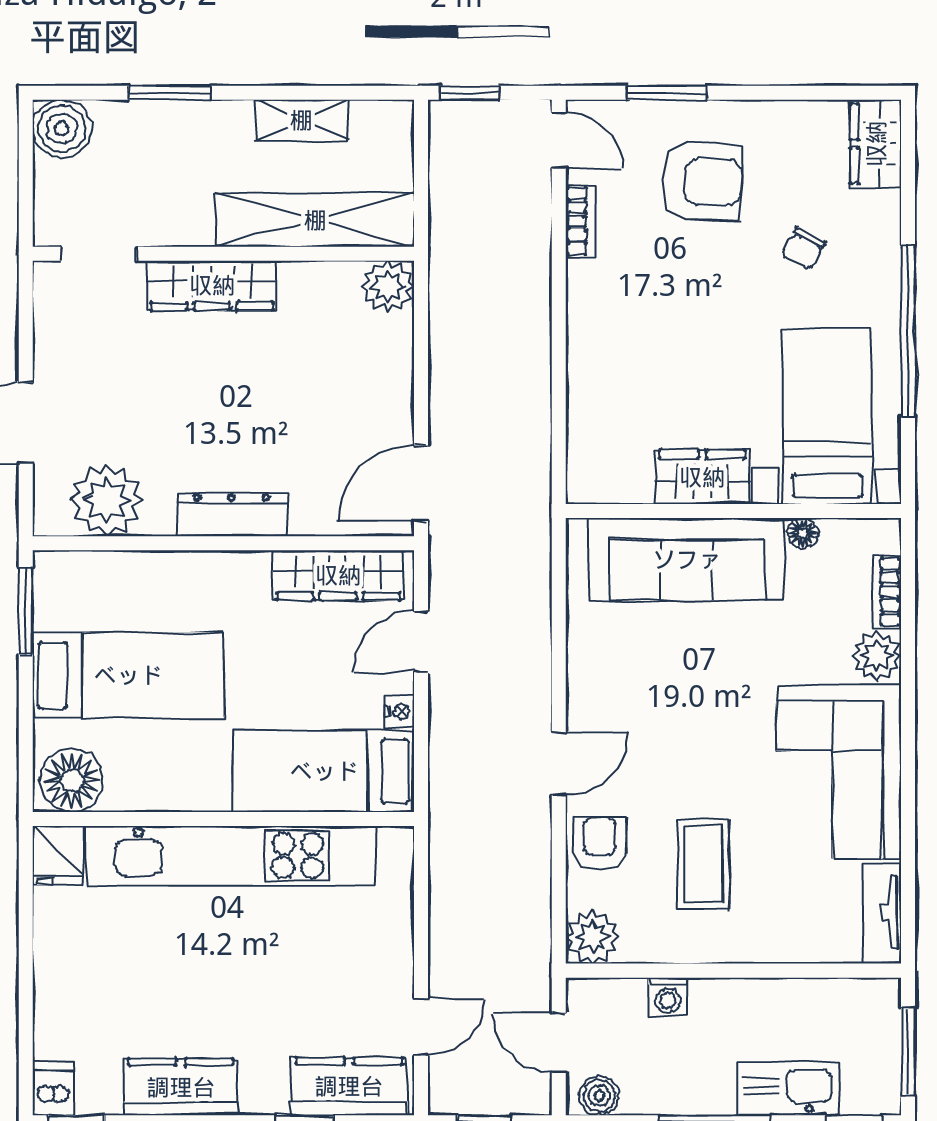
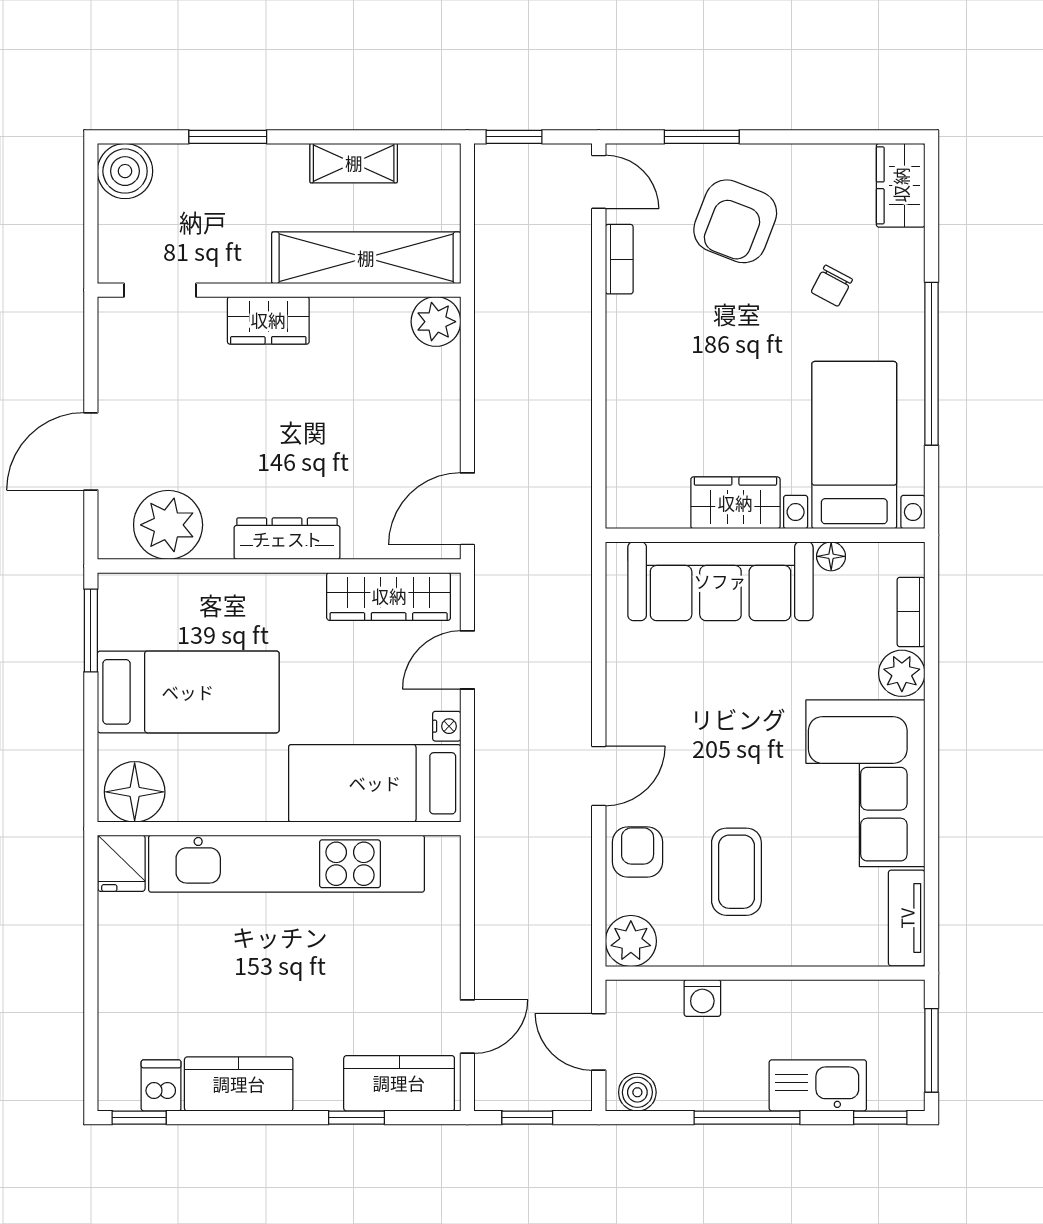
armchair: (702, 181) -> (735, 221), turned 109
wardrobe: (212, 285) -> (268, 320), width x0.67
dishwasher: (53, 1088) -> (161, 1085), moved

